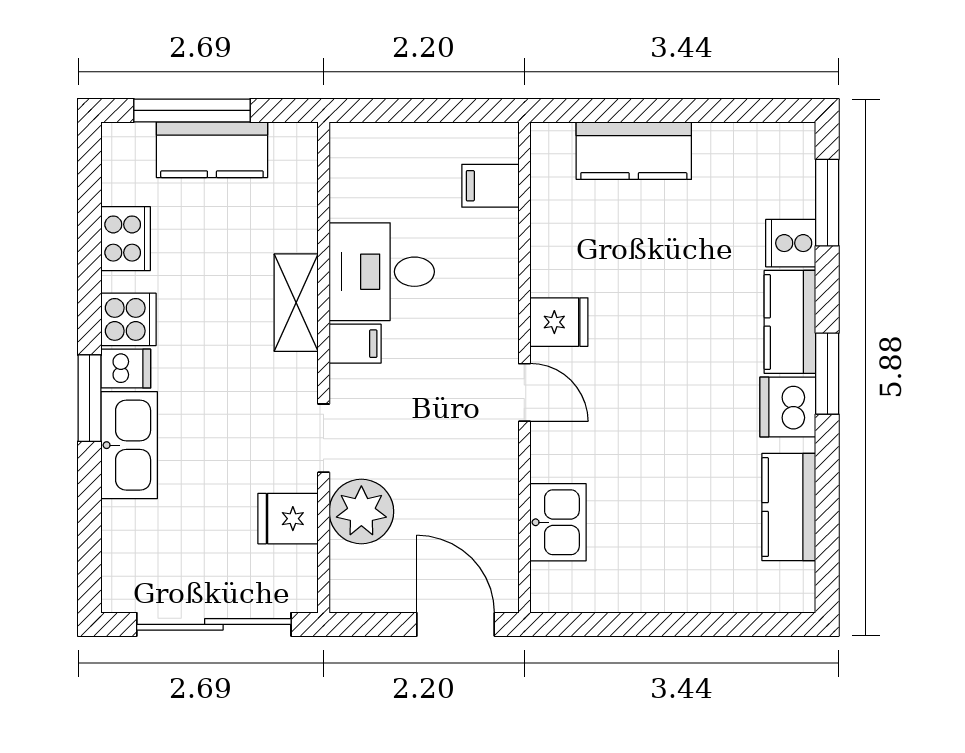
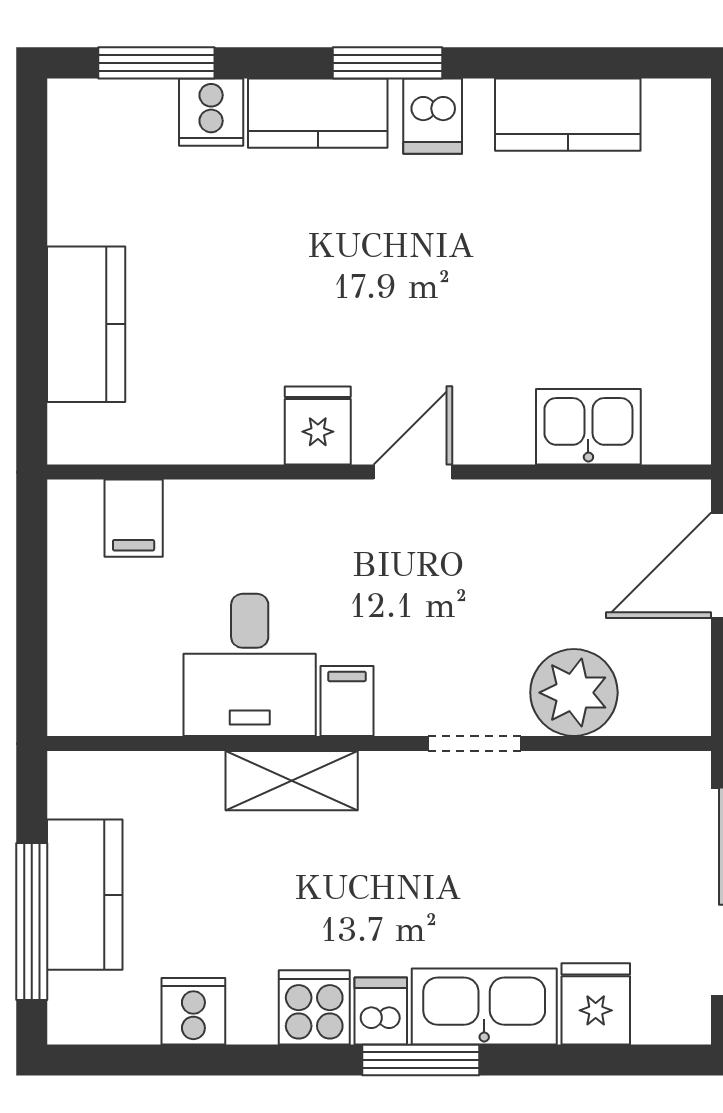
cooker: (126, 239) -> (193, 1011), width x0.73
dishwasher: (788, 407) -> (433, 116), width x0.73
fridge: (288, 519) -> (596, 1004), moved, turned 180

